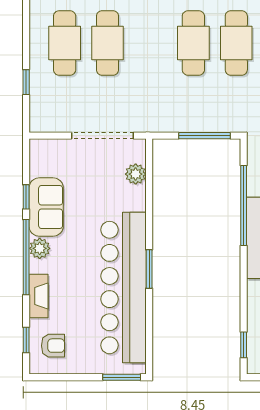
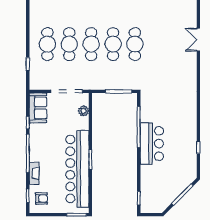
cafe table: (150, 43) -> (91, 44), added
sofa: (46, 207) -> (38, 108), moved
plant: (40, 248) -> (35, 149), removed

